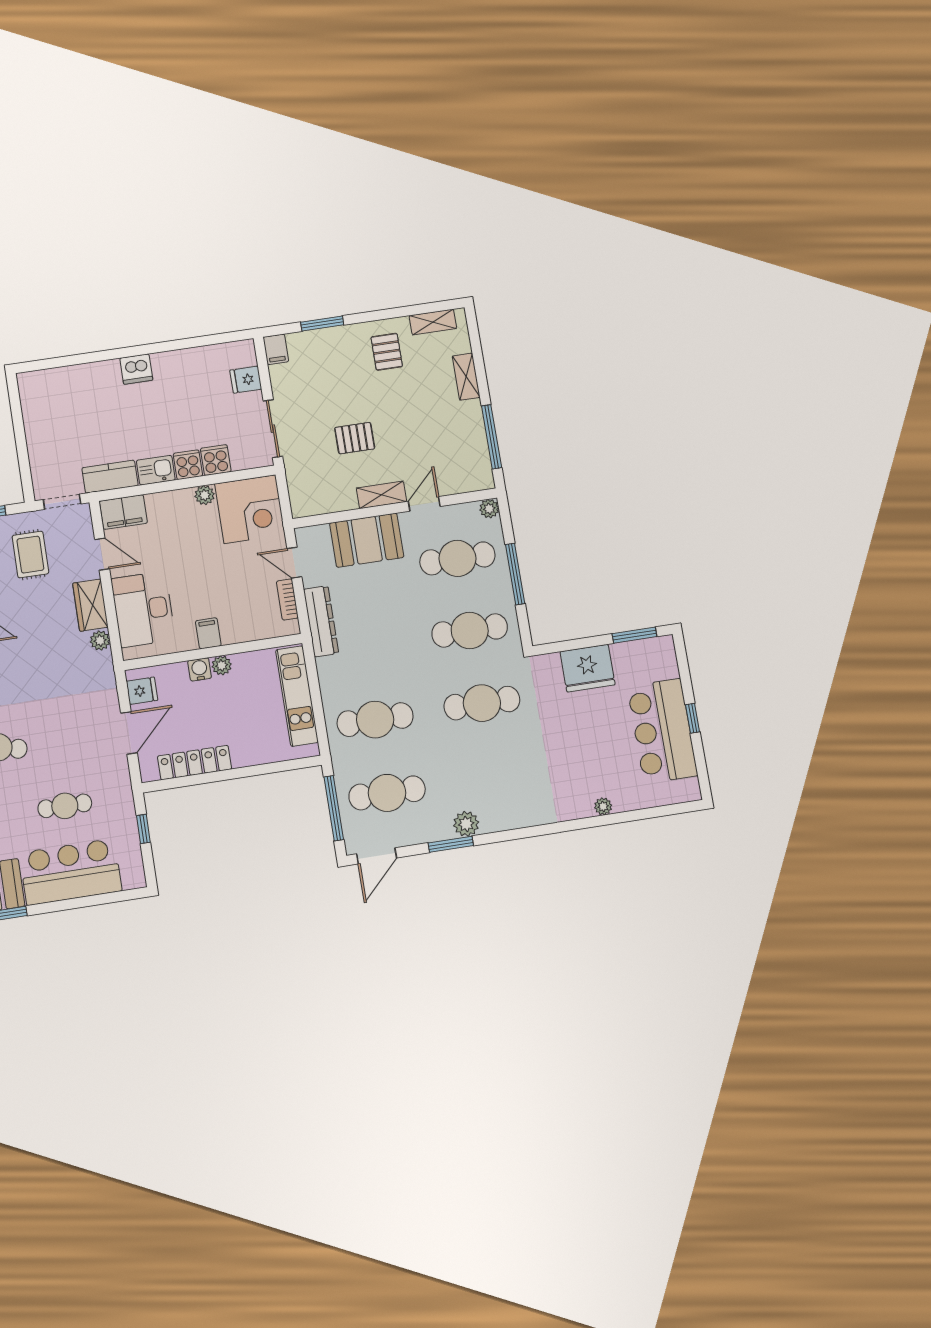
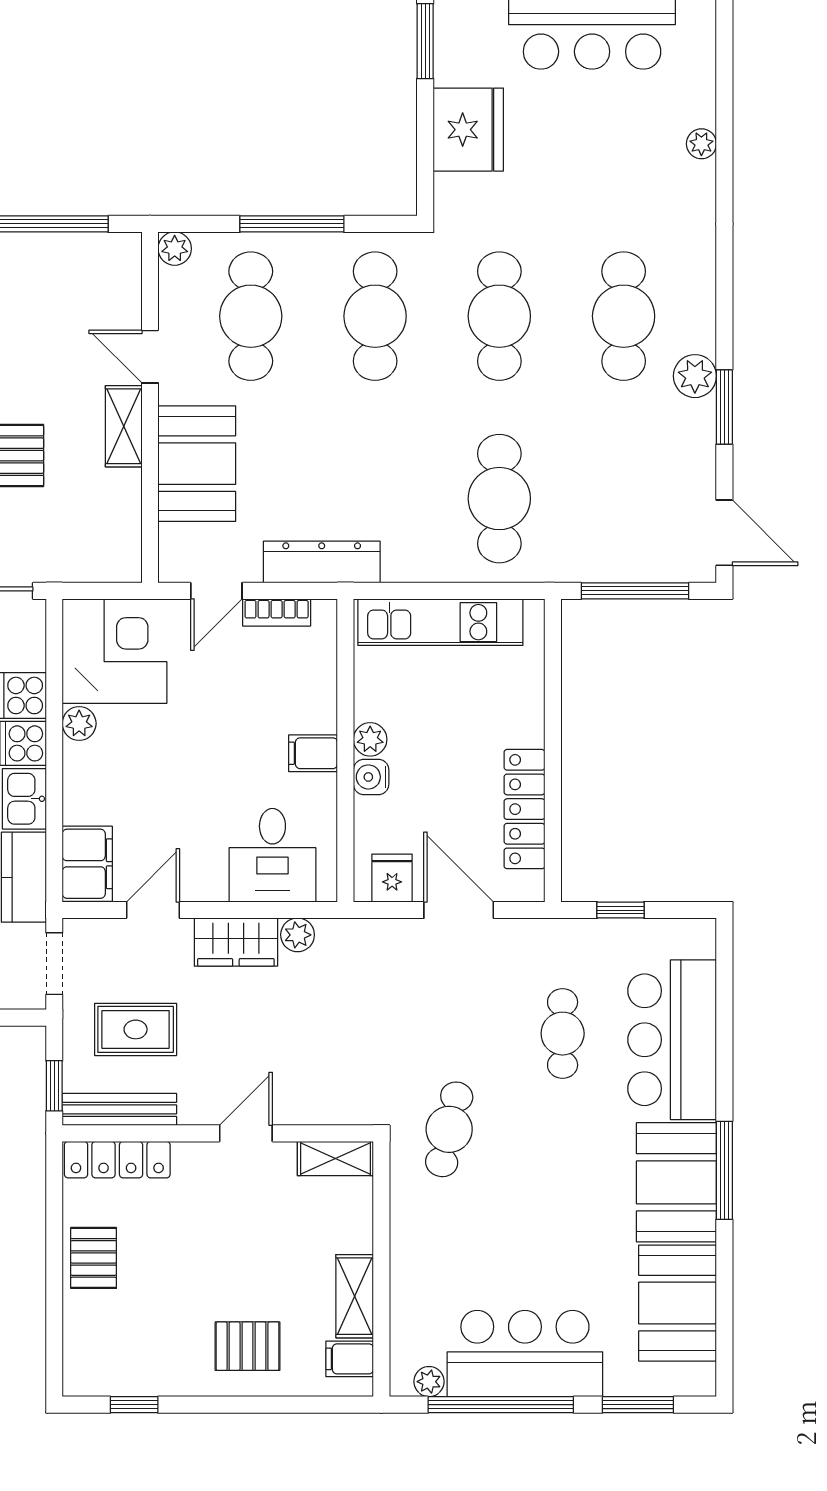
desk: (143, 609) -> (272, 855), width x0.73
cafe table: (387, 793) -> (624, 316), moved

